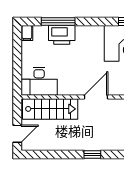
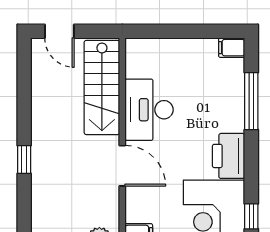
printer: (62, 35) -> (229, 156), moved
desk: (39, 81) -> (149, 110), moved

